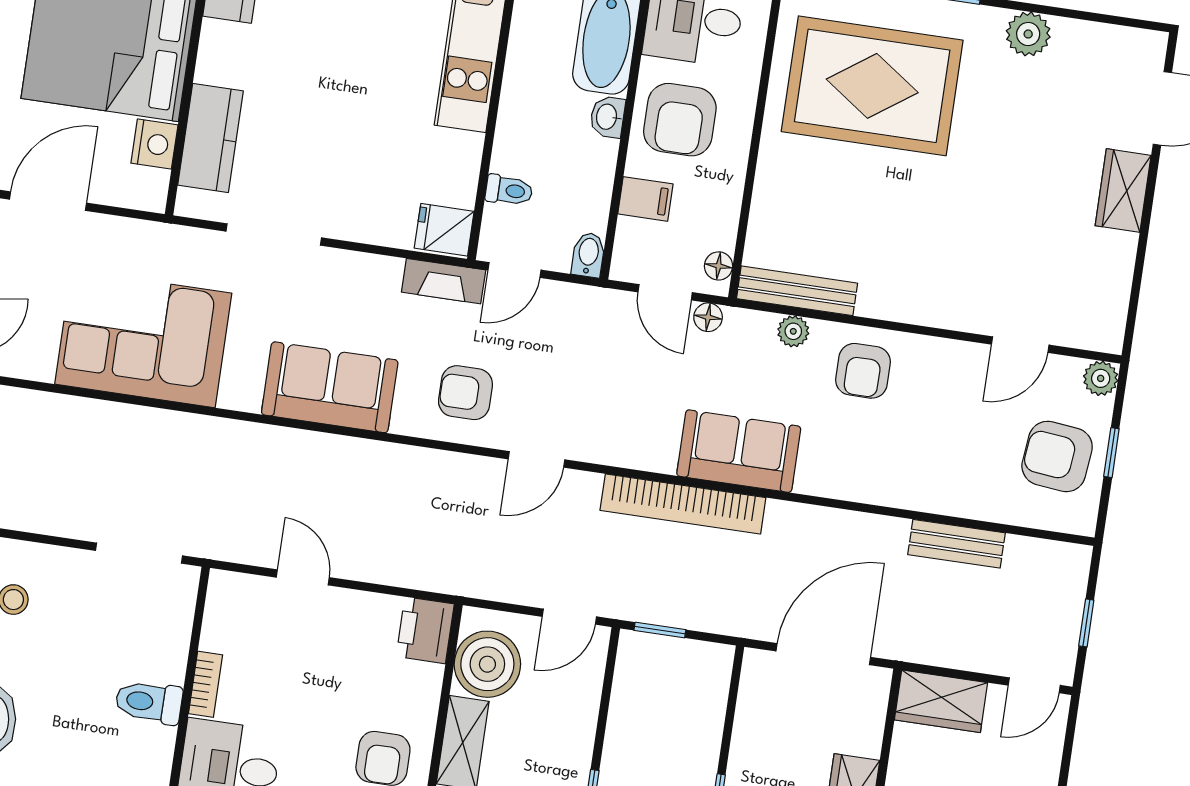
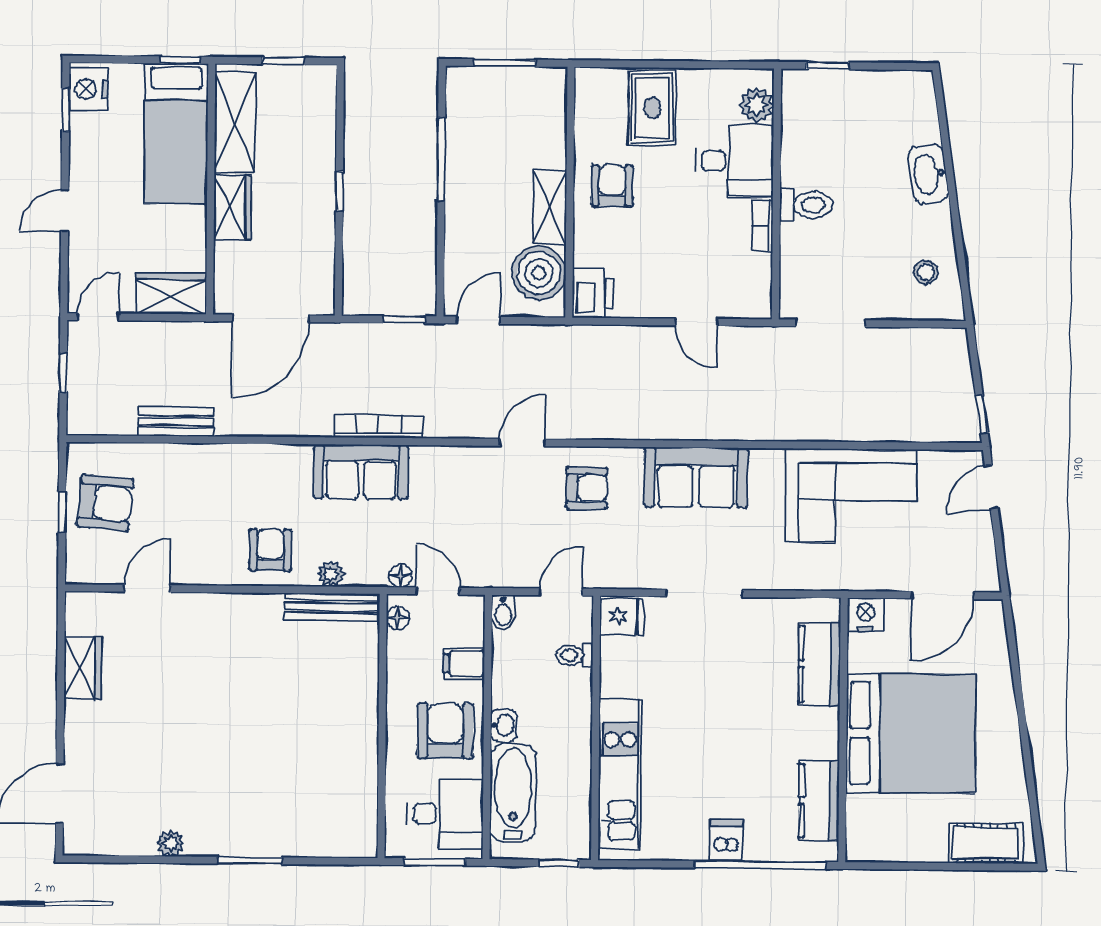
plant: (1028, 34) -> (170, 843), width x0.73, depth x0.73
rug: (872, 86) -> (295, 779), removed
nightstand: (154, 144) -> (865, 615), moved, turned 90
wardrobe: (1123, 190) -> (82, 668), moved
doorway: (274, 234) -> (704, 593), moved
fireplace: (444, 281) -> (617, 575), removed
plant: (1101, 378) -> (79, 570), removed
bookcase: (683, 504) -> (379, 427), width x0.68, depth x0.76

